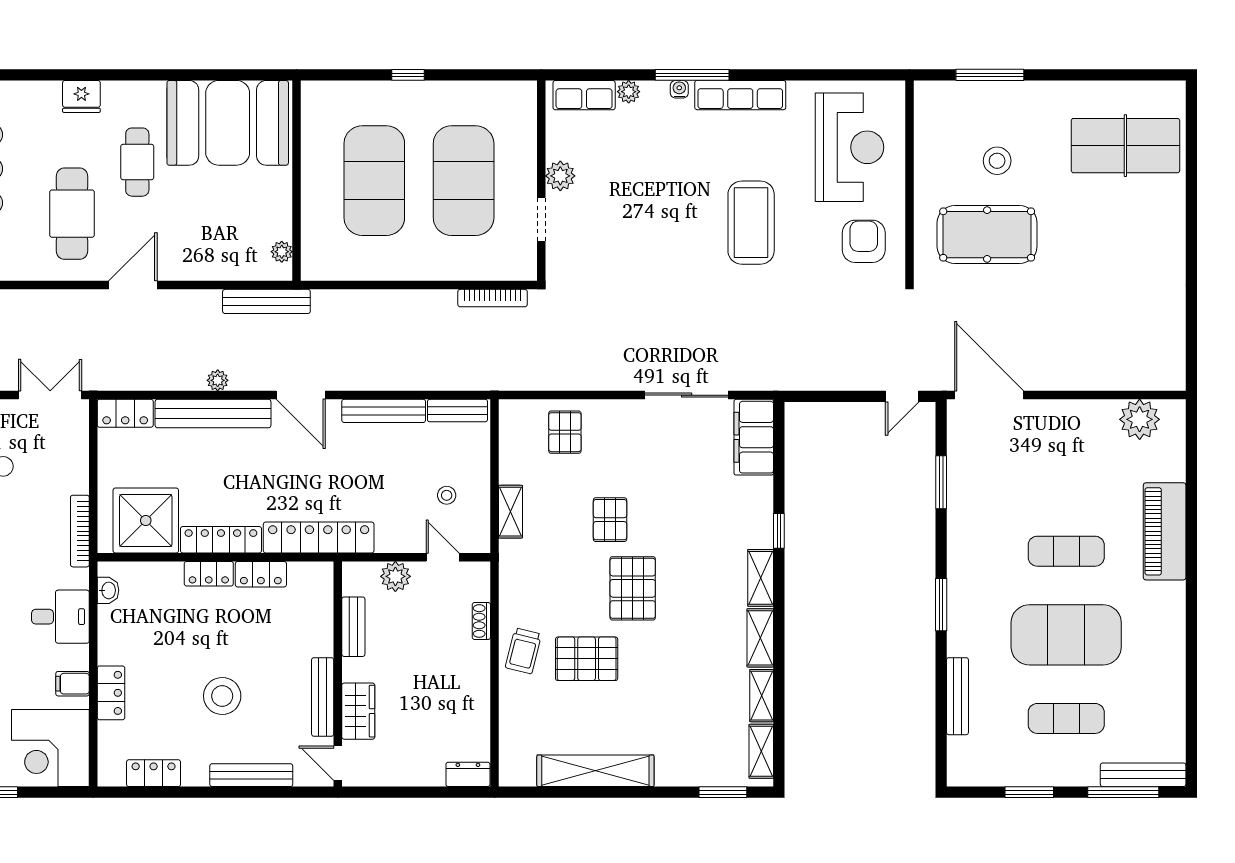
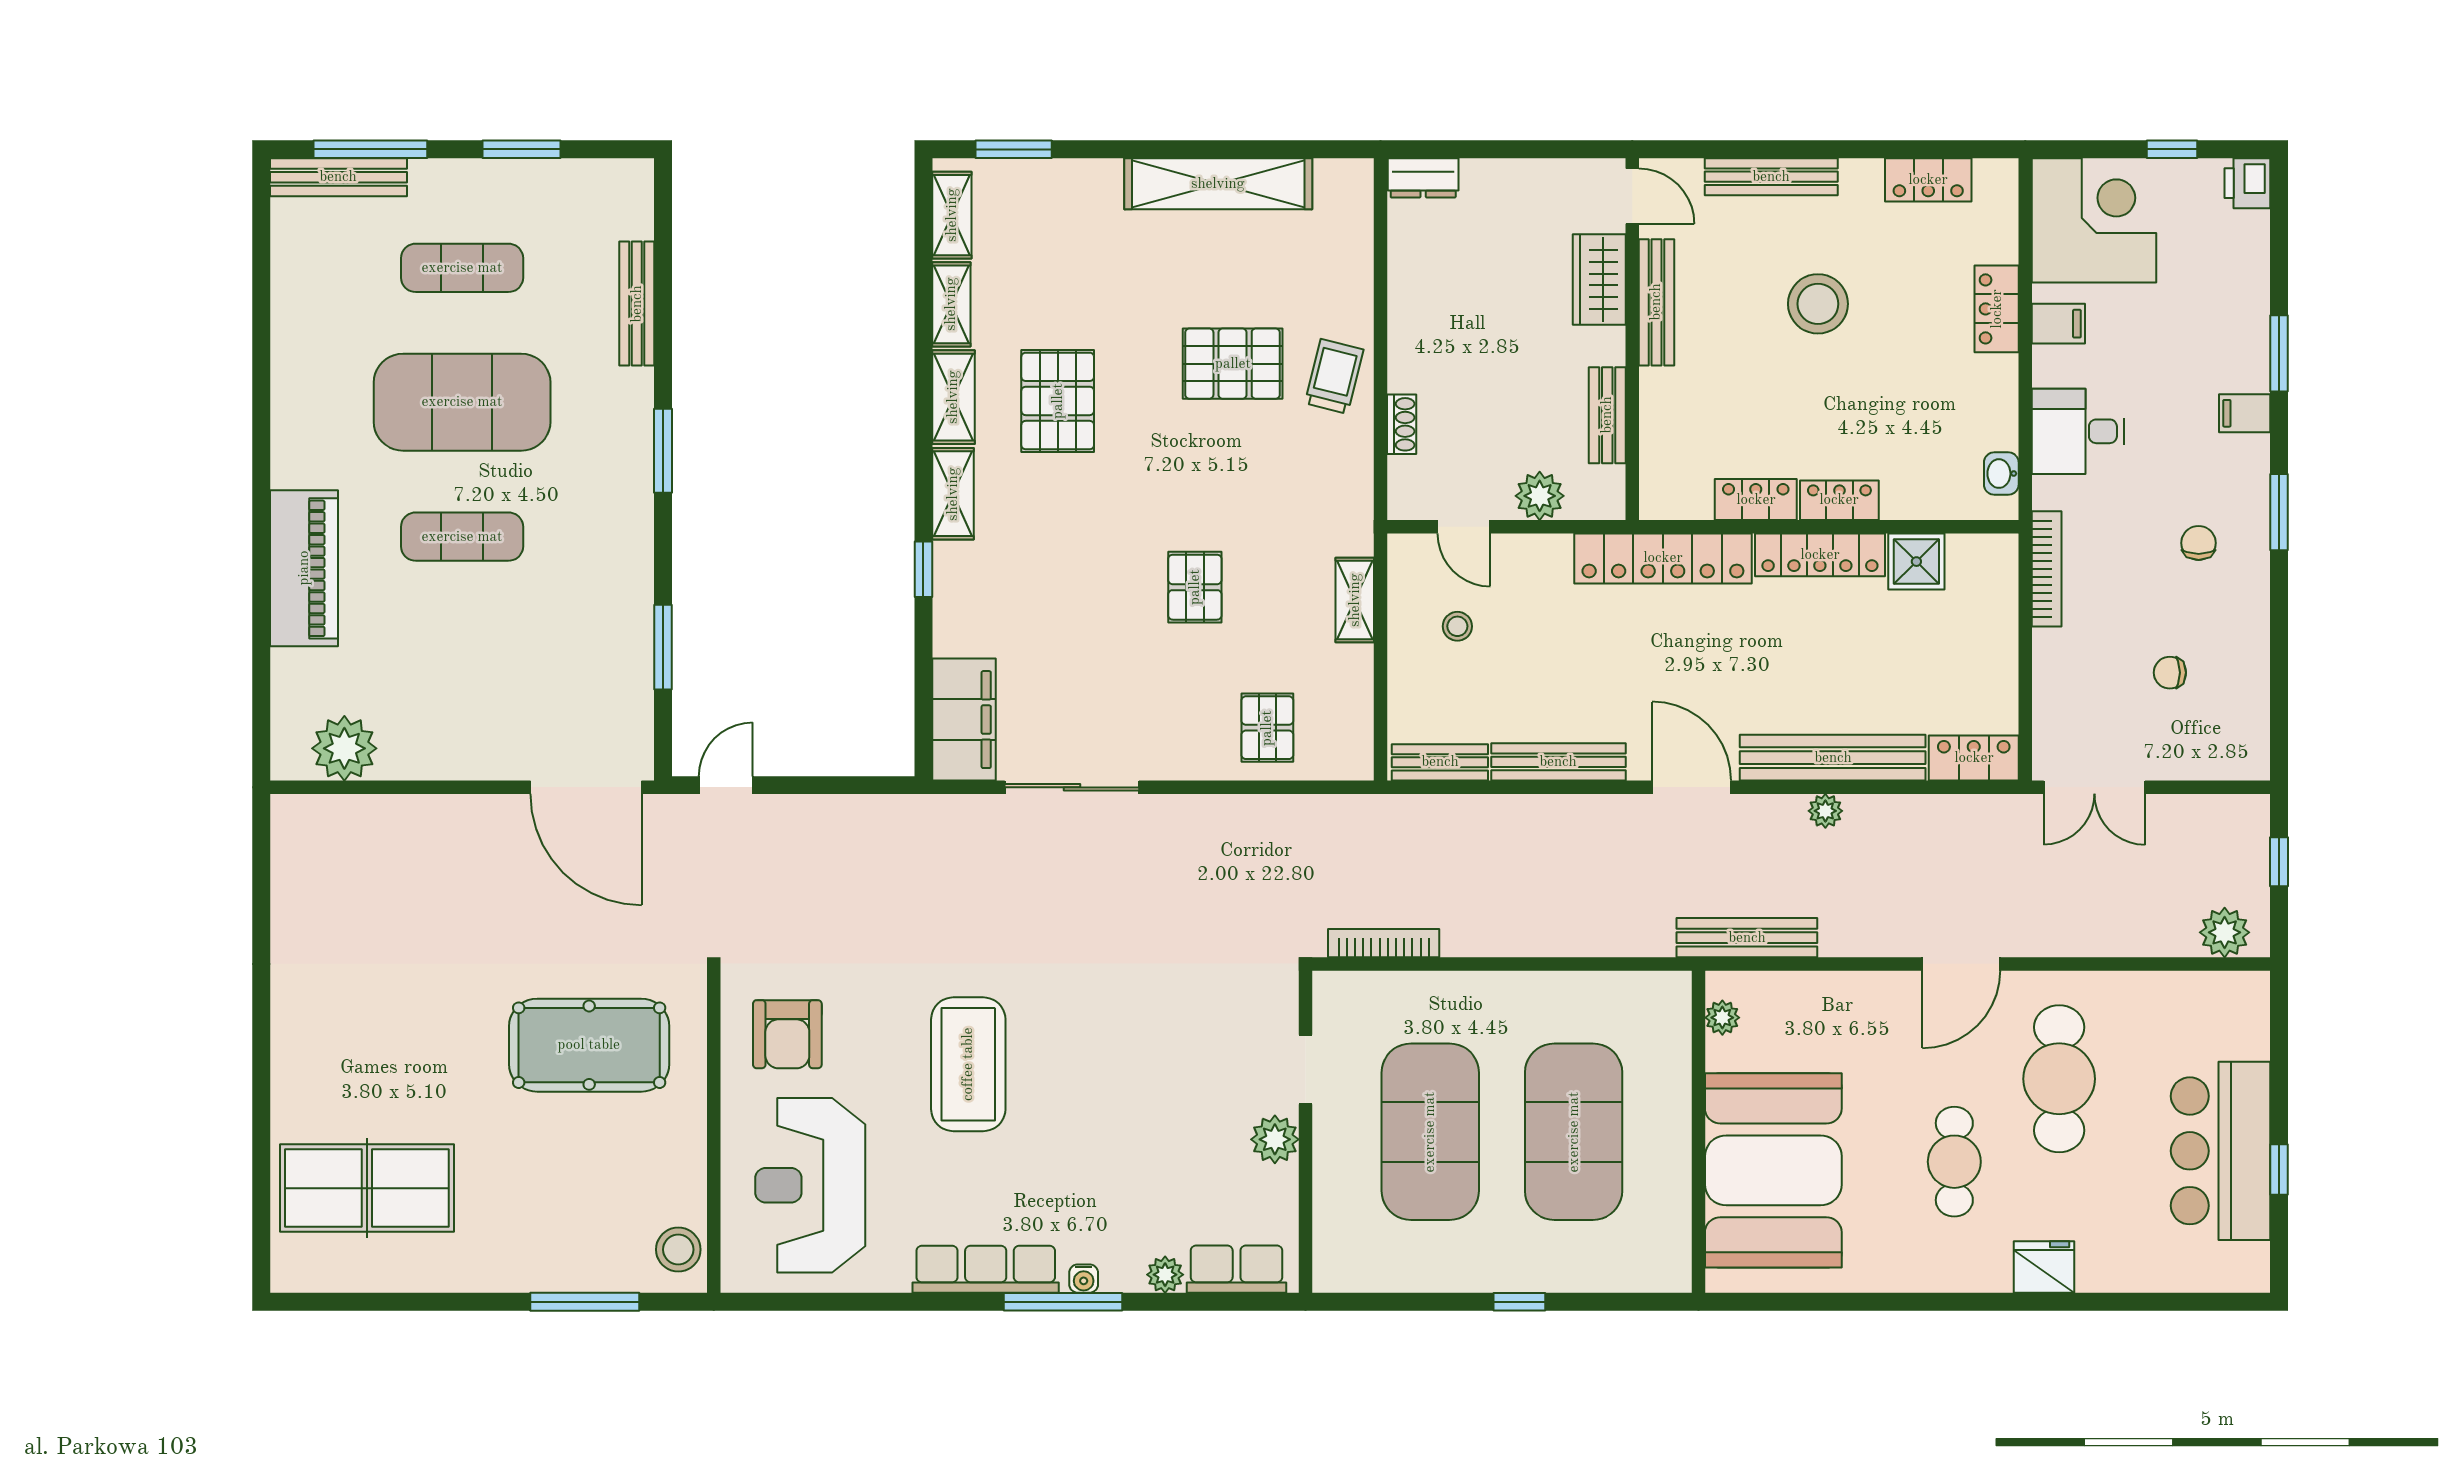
booth: (228, 123) -> (1773, 1170), moved, turned 90
stool: (997, 161) -> (678, 1250), moved
shower: (146, 521) -> (1916, 562), width x0.54, depth x0.54
pallet: (633, 588) -> (1058, 401), moved

